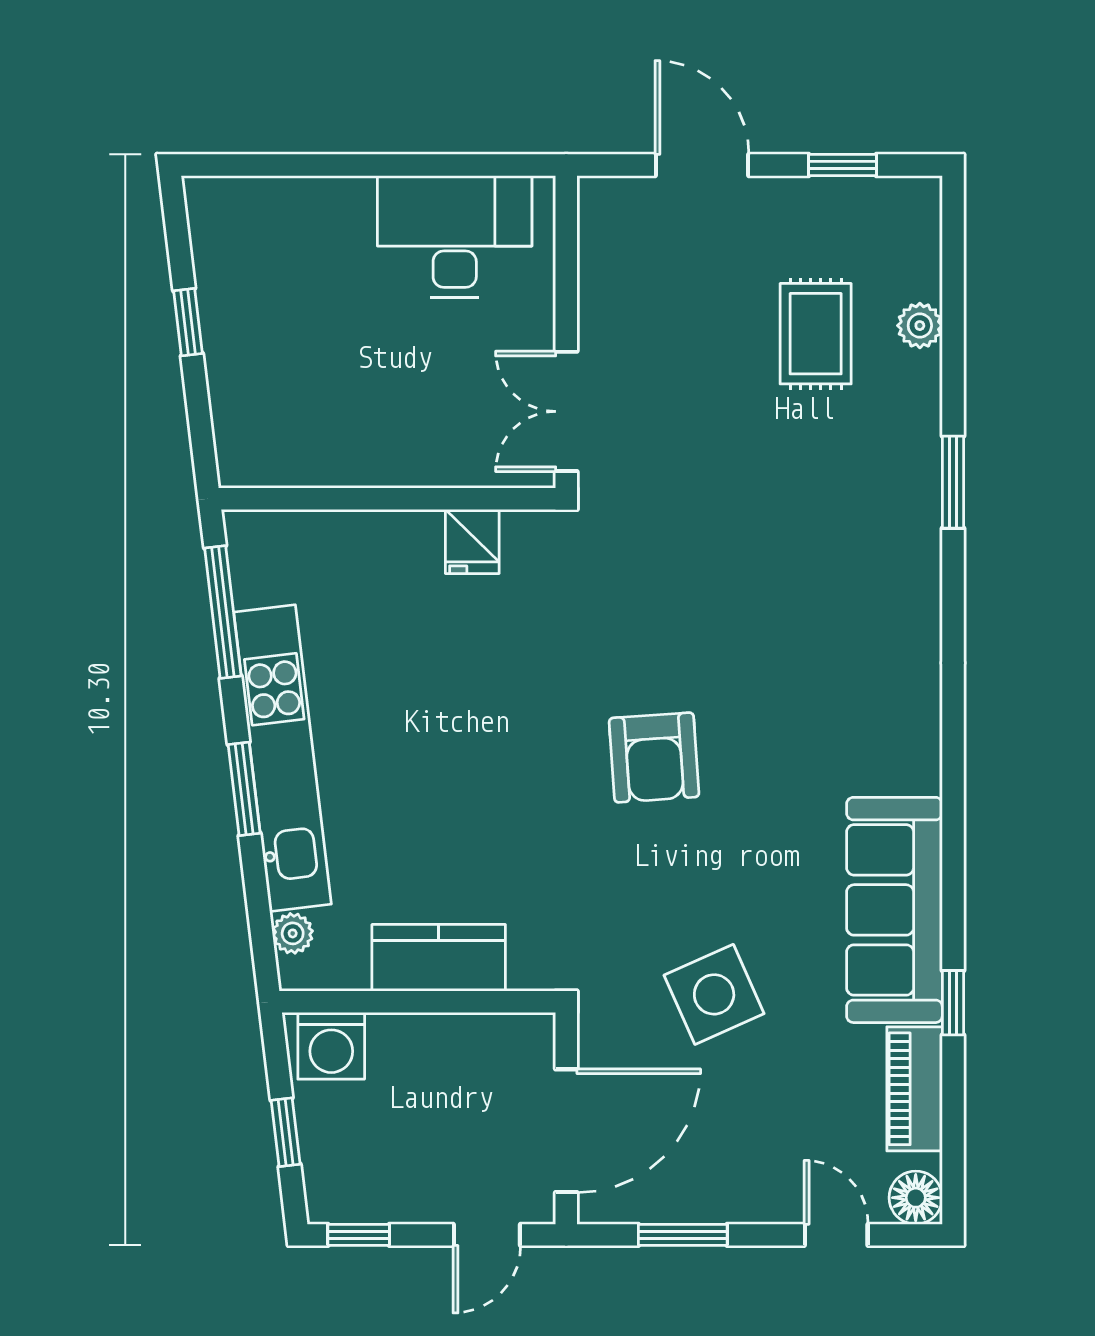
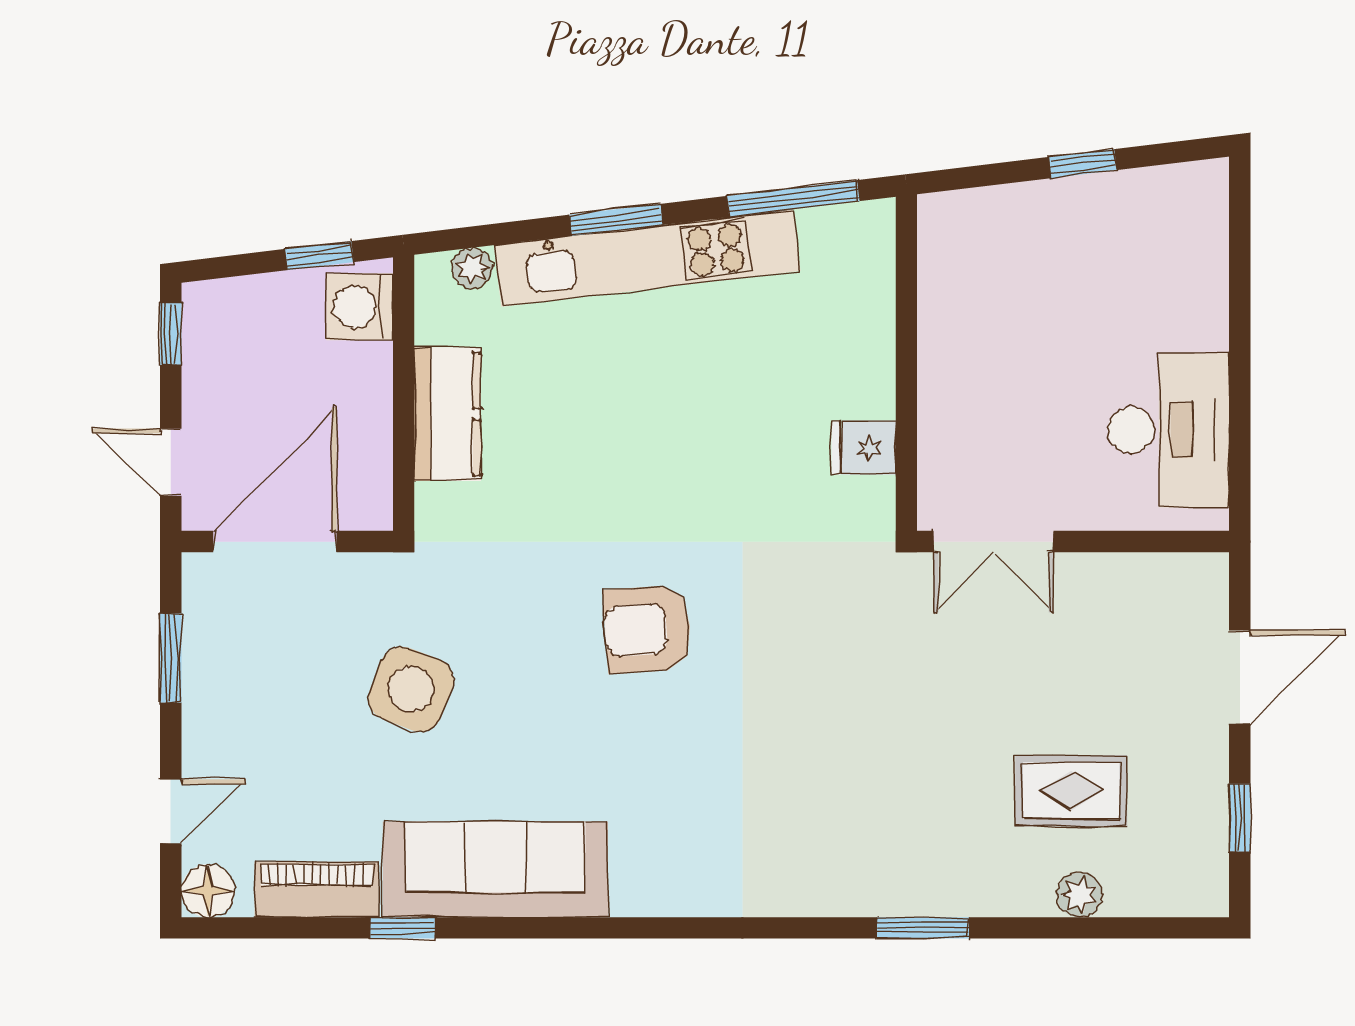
double door: (566, 411) -> (994, 542), swing flipped
side table: (714, 994) -> (411, 689), turned 45
door: (566, 1131) -> (275, 542), swing flipped
window: (286, 1132) -> (319, 256), moved

